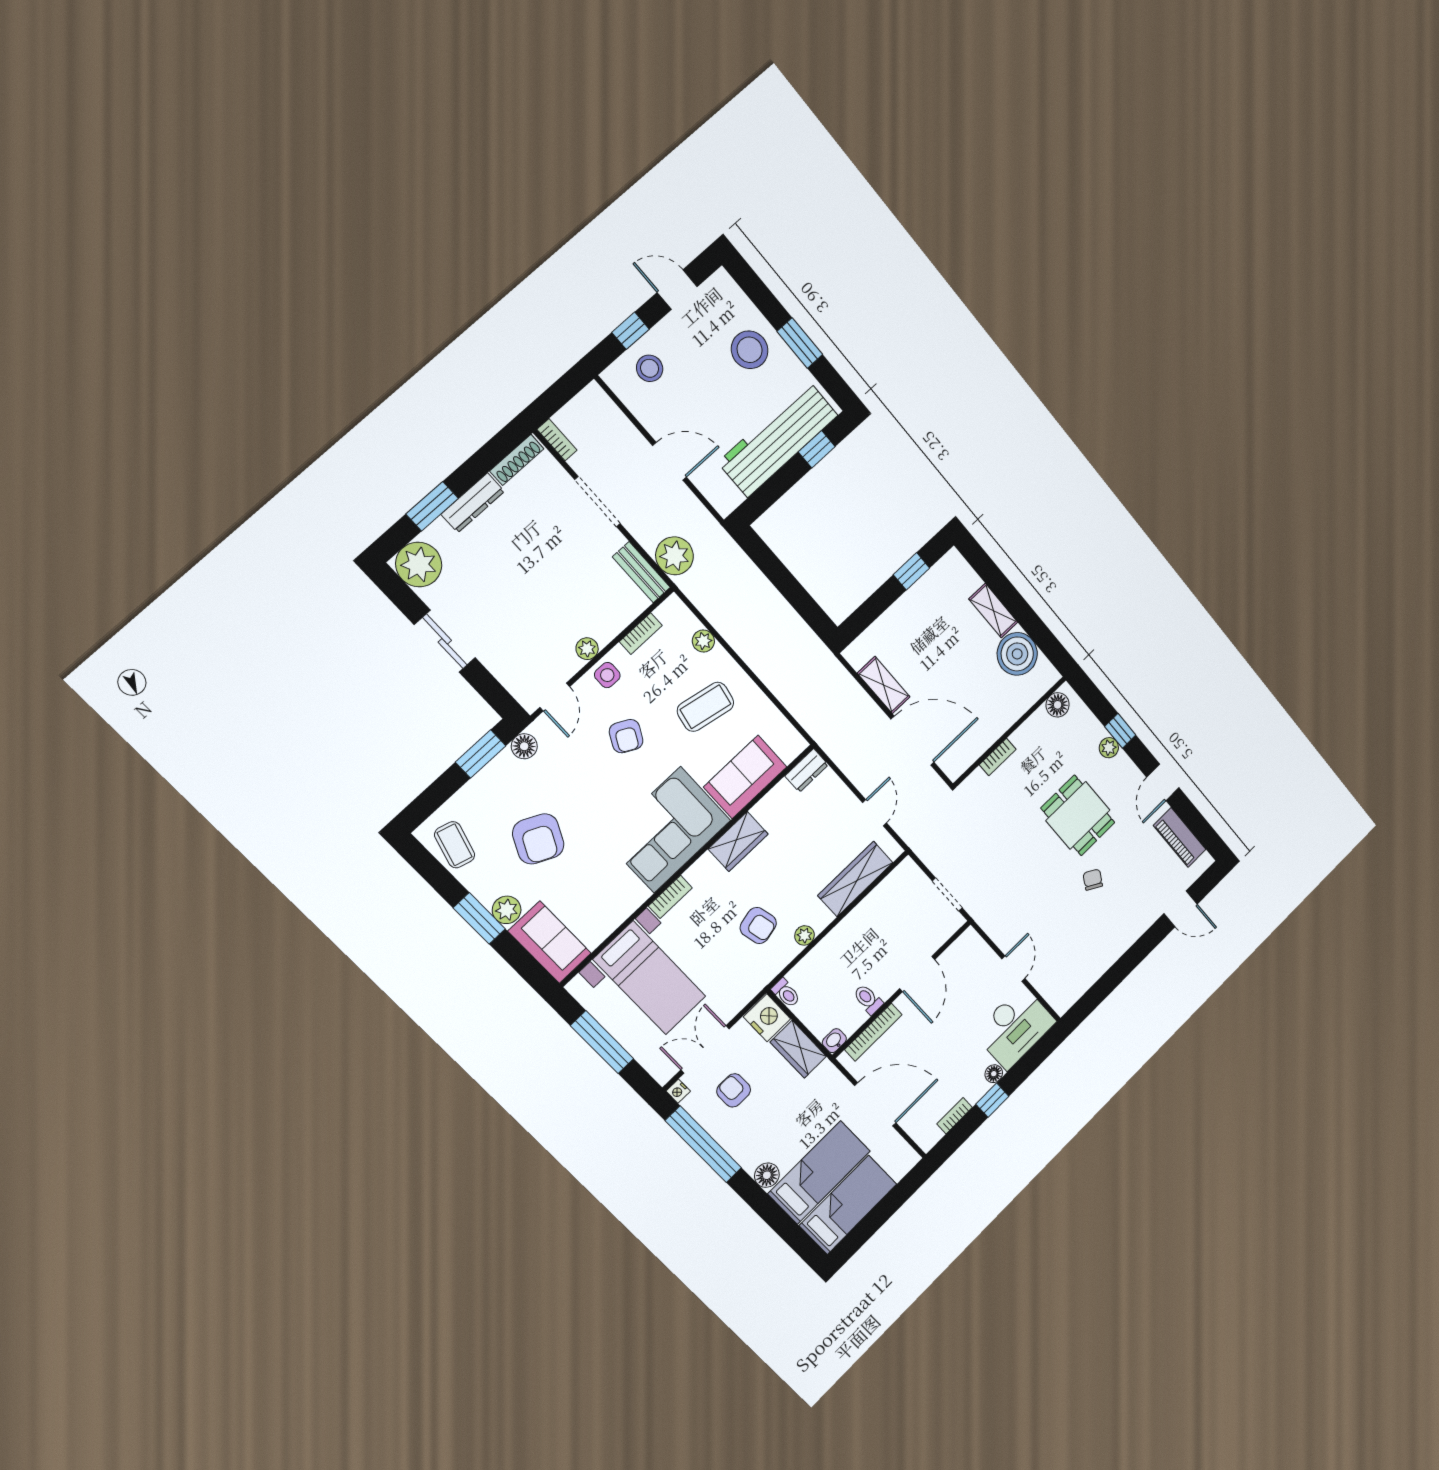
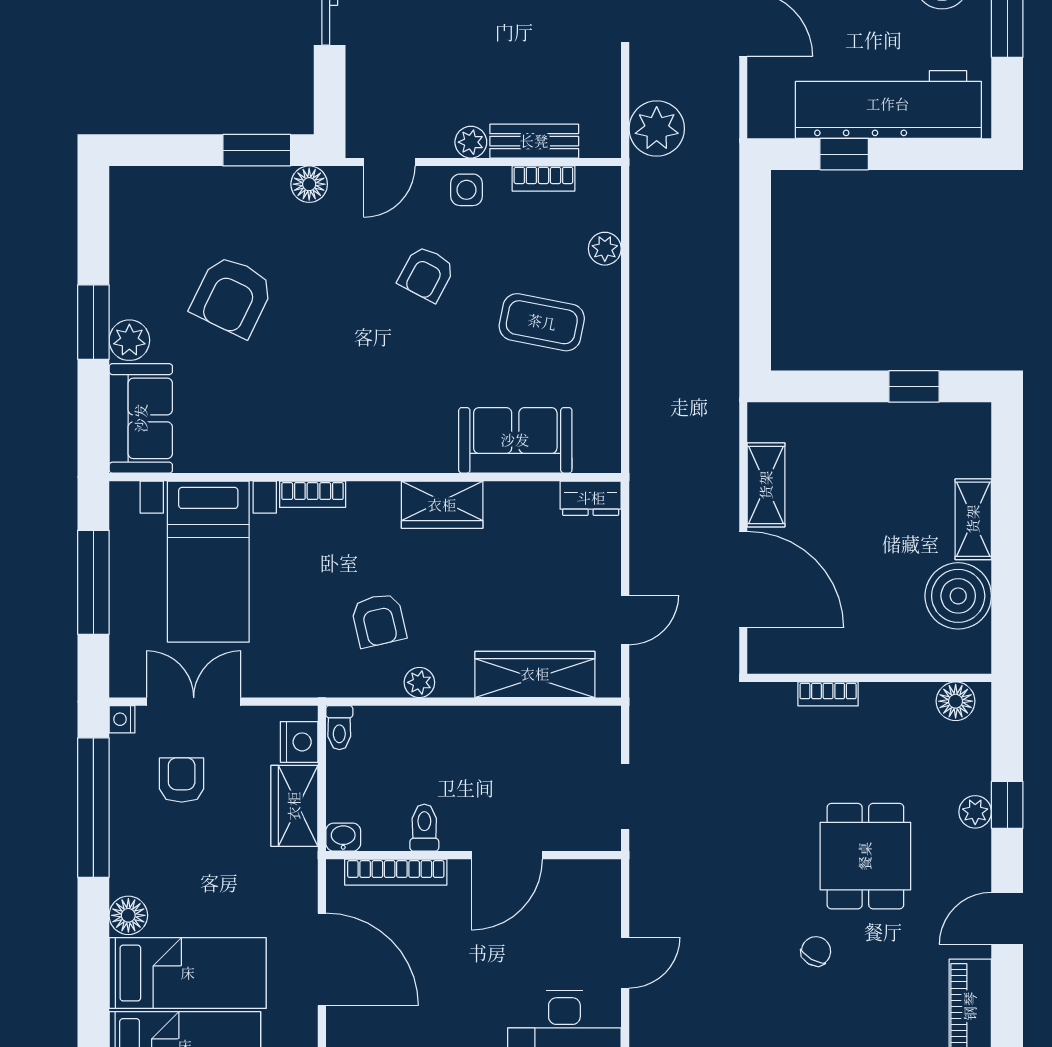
window: (817, 449) -> (844, 154), moved
bench: (641, 572) -> (534, 141), moved, turned 90
corner sofa: (667, 830) -> (377, 417), removed
coffee table: (455, 845) -> (141, 220), removed
nightstand: (767, 1018) -> (299, 742), width x0.74, depth x0.75

